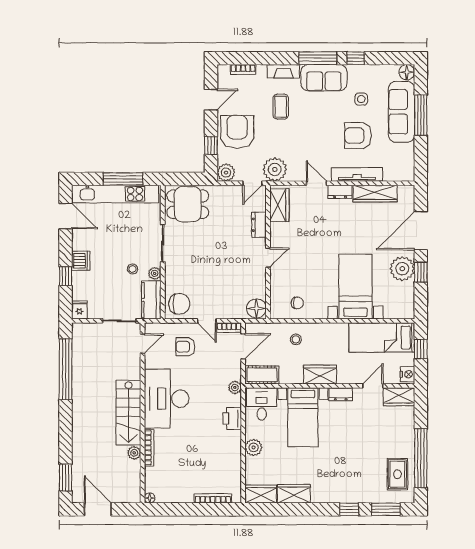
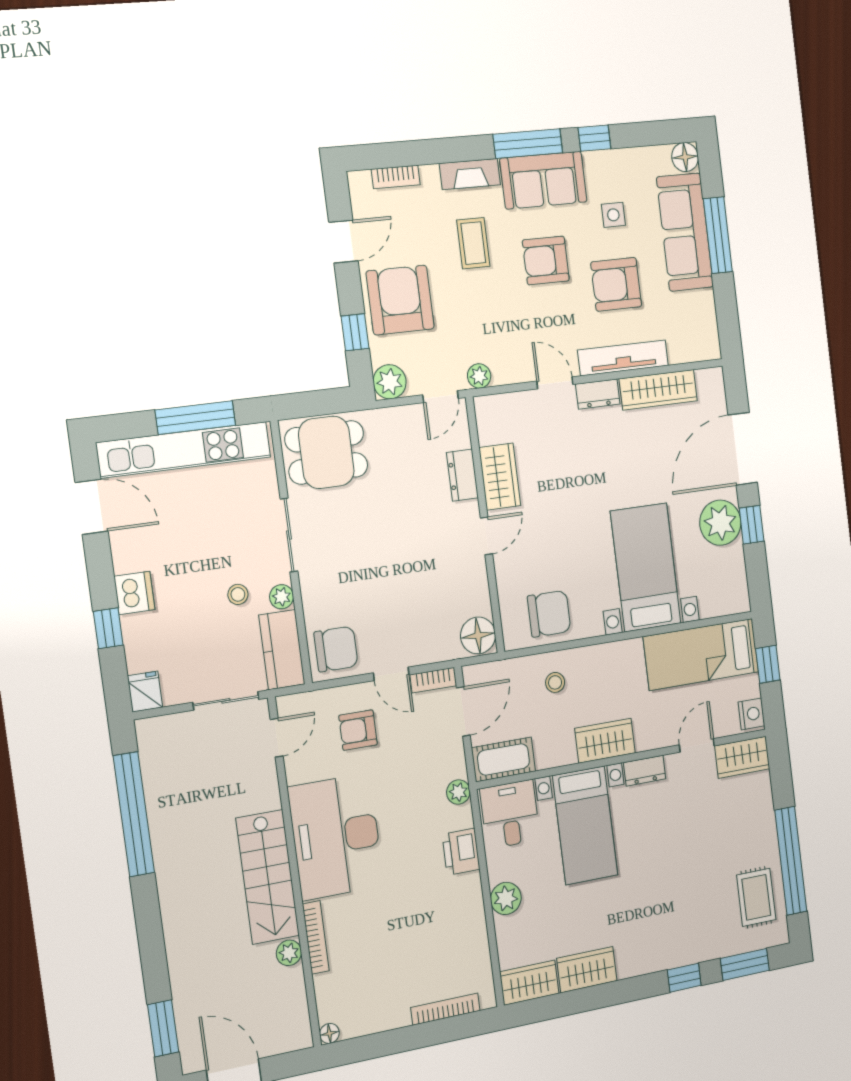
armchair: (320, 119) -> (546, 260), added
plant: (275, 169) -> (479, 376), width x0.53, depth x0.53
wardrobe: (279, 205) -> (500, 477), moved
chair: (297, 303) -> (549, 614), width x1.87, depth x1.87

